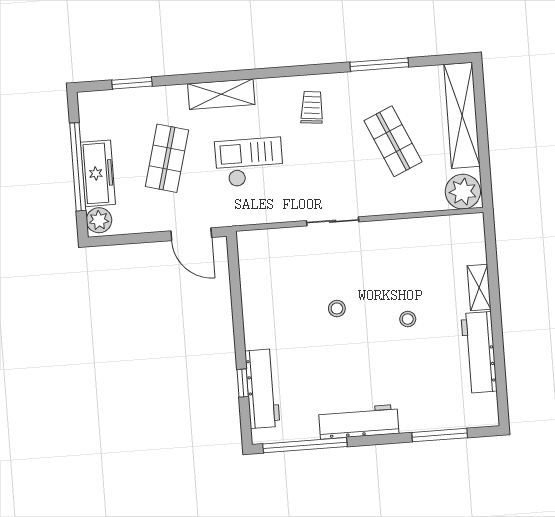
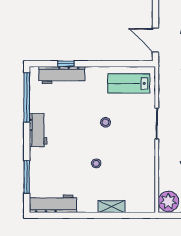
door: (191, 234) -> (155, 40), hinge flipped
lab bench: (268, 274) -> (129, 83), added
workbench: (479, 352) -> (53, 204), moved
workbench: (359, 422) -> (38, 130), width x0.73

